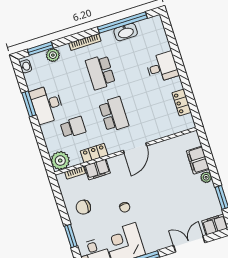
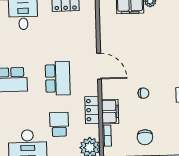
school desk: (114, 114) -> (58, 78), turned 90
chair: (125, 207) -> (143, 93), moved

